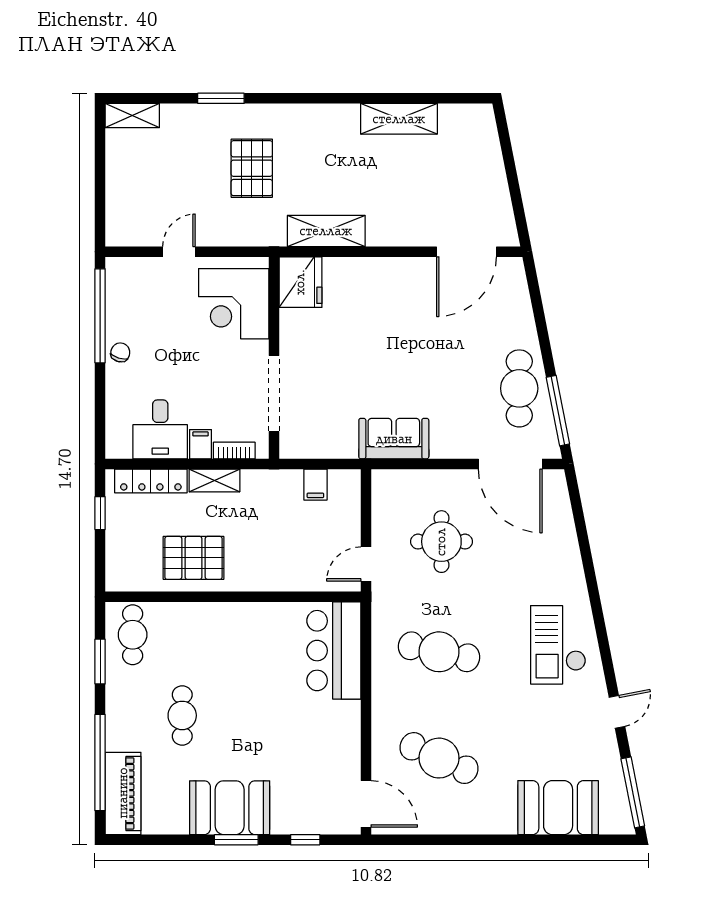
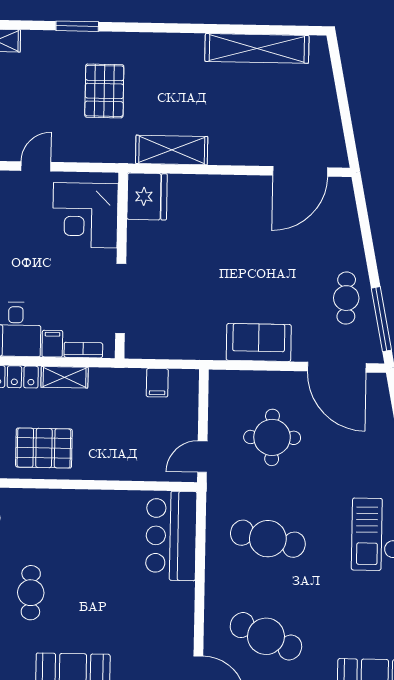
shelving: (399, 119) -> (257, 48), width x1.47
cafe table: (519, 388) -> (346, 298), width x0.73, depth x0.74
sofa: (394, 439) -> (259, 342), moved

